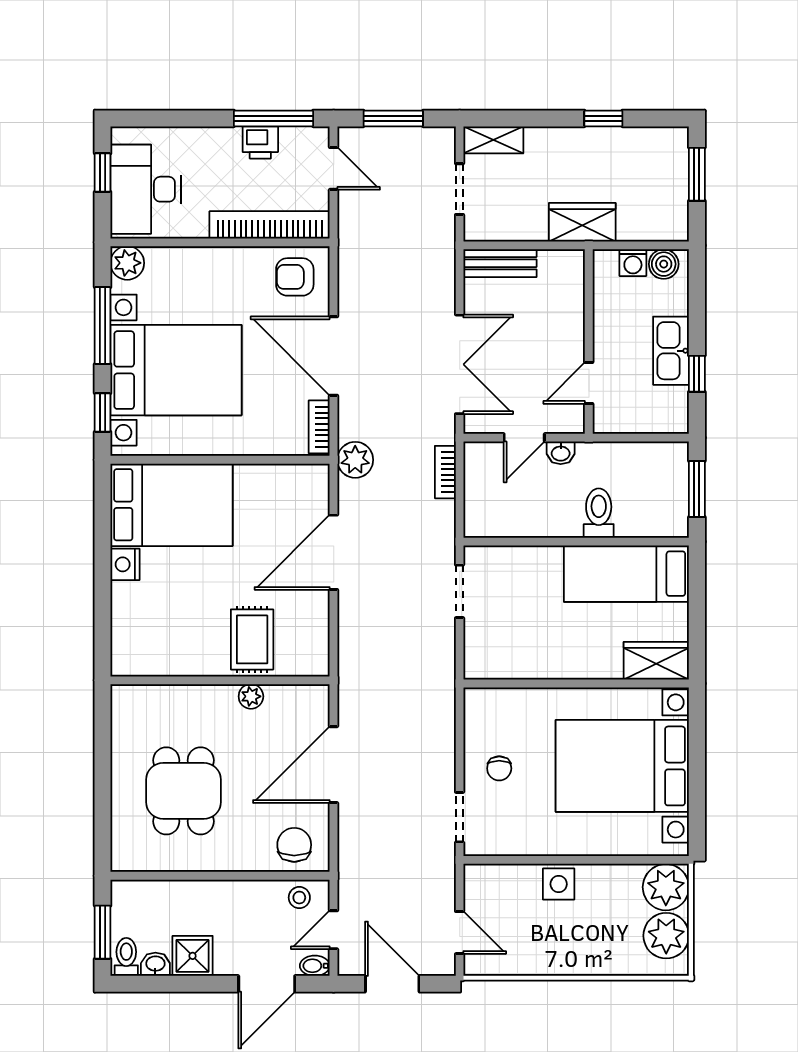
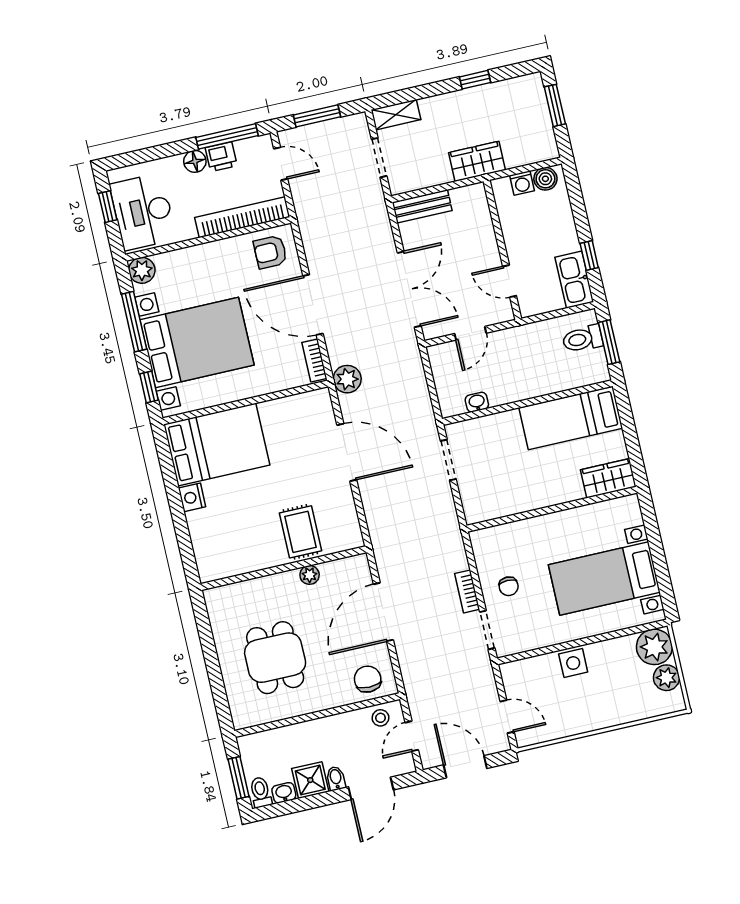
floor lamp: (226, 141) -> (195, 161), added
kitchen sink: (671, 351) -> (574, 280), moved
door: (589, 383) -> (510, 281), hinge flipped
washbasin: (561, 453) -> (477, 402), moved, turned 180
bookcase: (445, 472) -> (467, 591), moved
toilet: (599, 513) -> (583, 339), moved, turned -90
door: (334, 552) -> (347, 452), swing flipped
bed with nightstands: (622, 766) -> (604, 579), width x0.73
plant: (666, 936) -> (666, 678), width x0.73, depth x0.73
bidet: (315, 966) -> (336, 778), moved, turned 90

